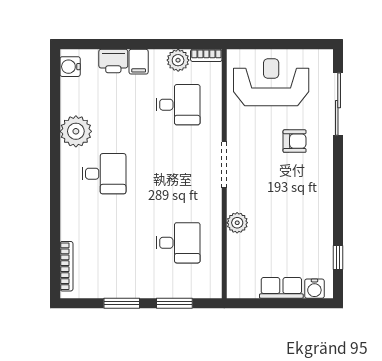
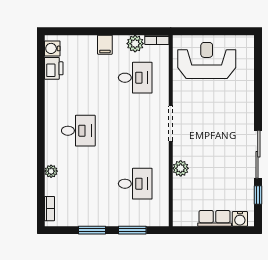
printer: (113, 61) -> (54, 68), moved, turned -90
sliding door: (338, 104) -> (258, 154), moved
plant: (76, 131) -> (51, 171), moved, width x0.53, depth x0.53
armchair: (295, 141) -> (225, 106), removed
bookcase: (66, 266) -> (50, 209), width x0.64

